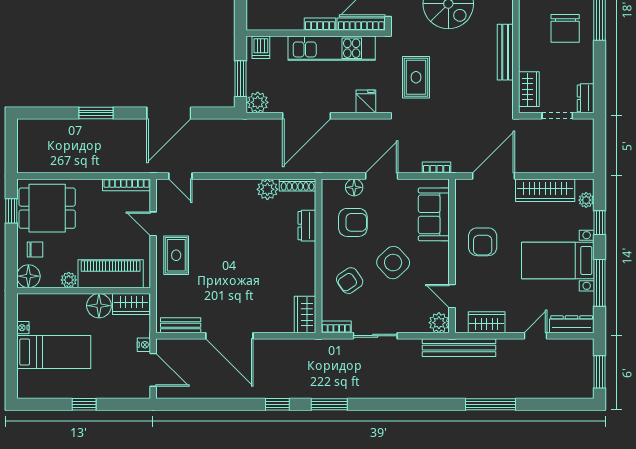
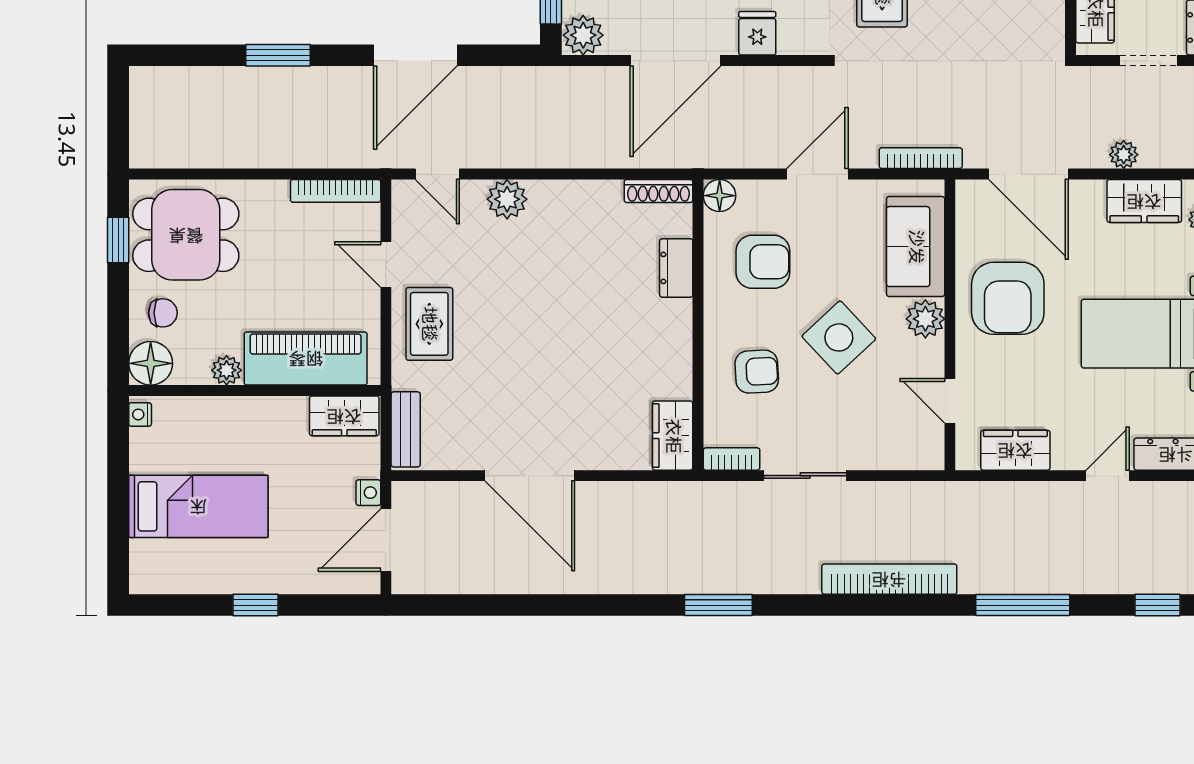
fridge: (366, 101) -> (757, 33), moved
plant: (544, 166) -> (1124, 155), added
bookcase: (436, 168) -> (921, 158), width x1.56
door: (494, 176) -> (1028, 174), swing flipped
floor lamp: (354, 187) -> (720, 196), moved
plant: (267, 189) -> (507, 199), moved
wardrobe: (545, 190) -> (1144, 201), width x0.67
armchair: (483, 242) -> (1008, 298), width x1.36, depth x1.36
armchair: (350, 281) -> (757, 372), turned -148
floor lamp: (99, 306) -> (284, 419), removed
plant: (439, 323) -> (925, 319), moved
bench: (181, 325) -> (406, 429), moved, turned 90
nightstand: (23, 328) -> (140, 414), moved
bench: (459, 348) -> (963, 498), removed
door: (153, 370) -> (386, 540), swing flipped
bookcase: (420, 391) -> (889, 579), added
window: (277, 404) -> (1157, 605), moved

